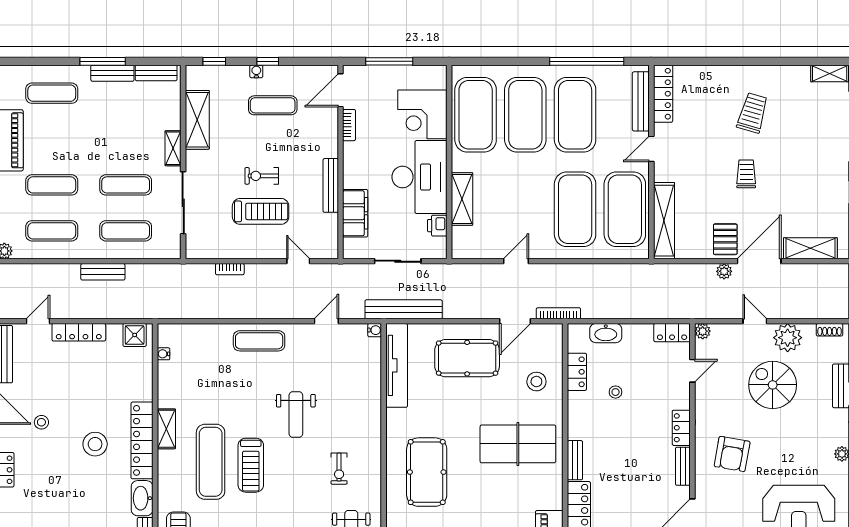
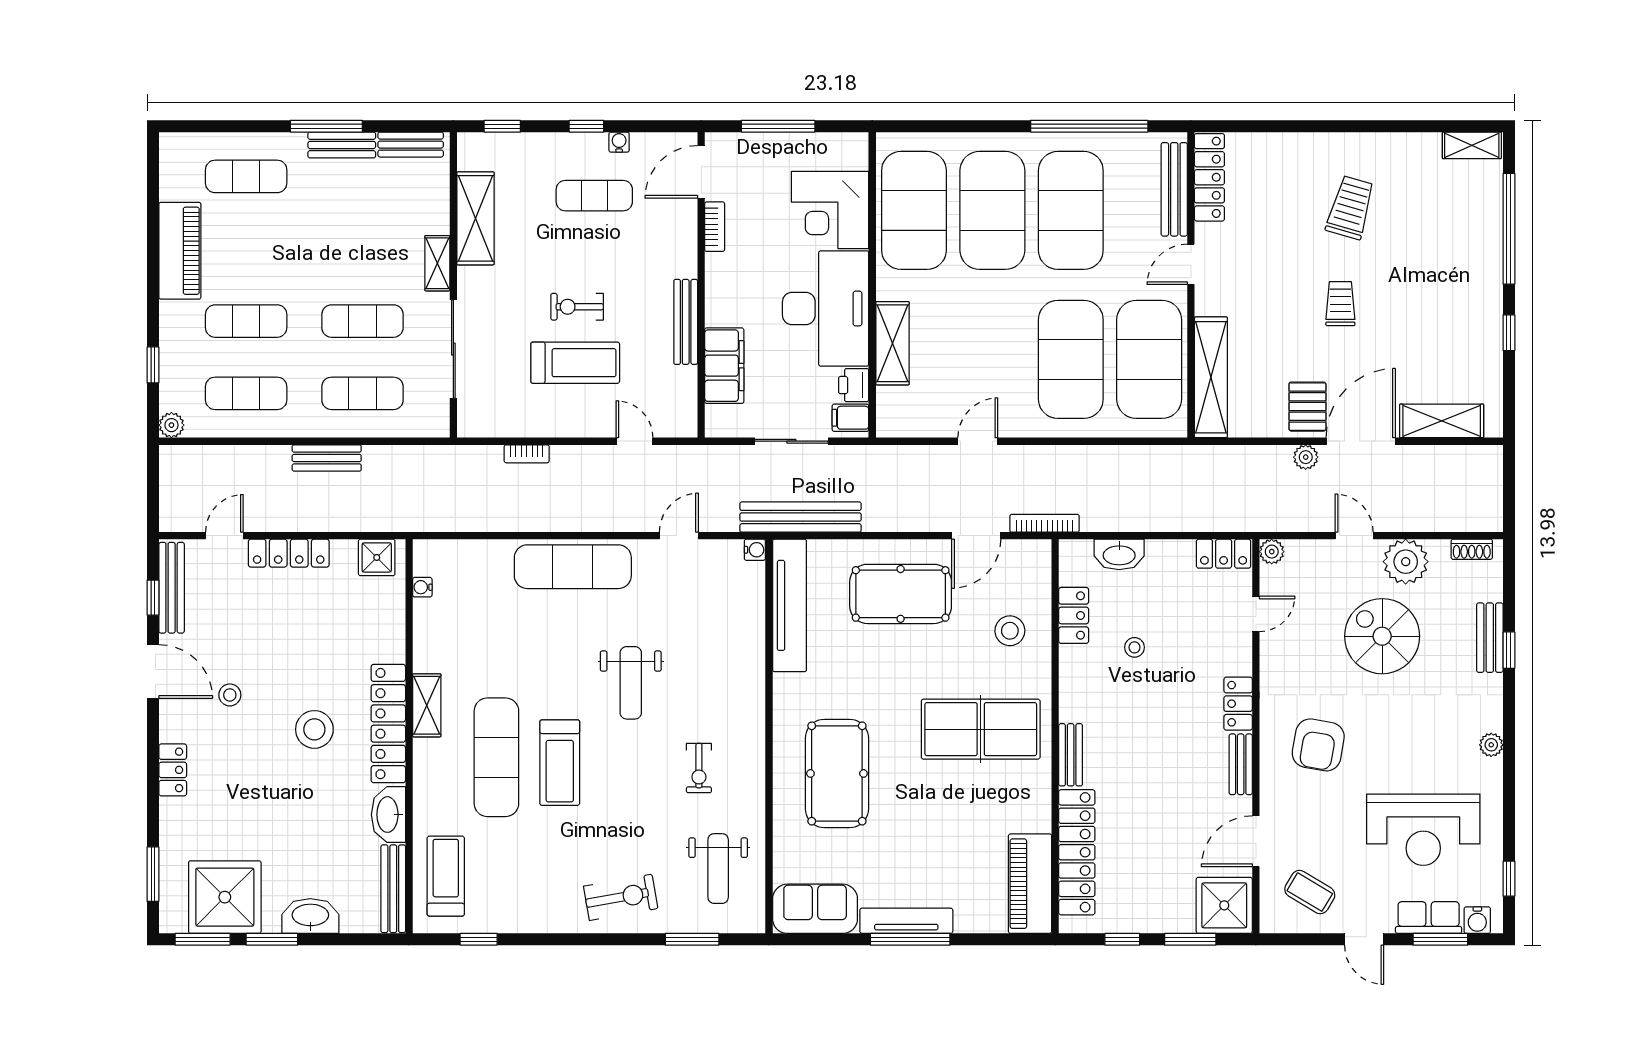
water cooler: (256, 71) -> (619, 142), moved
filing cabinet: (435, 246) -> (850, 418), added
exercise mat: (259, 341) -> (573, 567), width x1.36, depth x1.45

